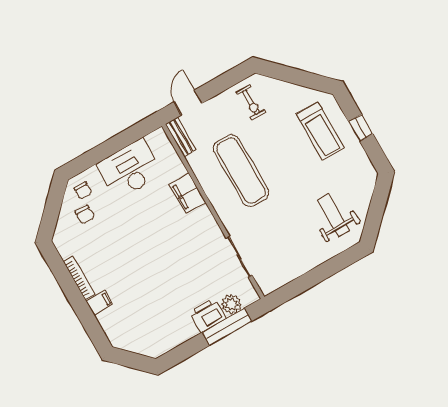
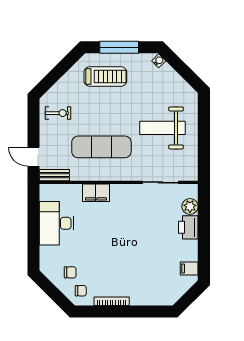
window: (361, 128) -> (119, 47), width x2.17
water cooler: (371, 179) -> (159, 61), added
chair: (83, 190) -> (81, 291), moved
weight bench: (333, 215) -> (162, 128), moved, width x1.36, depth x1.33
filing cabinet: (100, 303) -> (189, 269), moved, turned -90
window: (227, 327) -> (204, 218), removed

